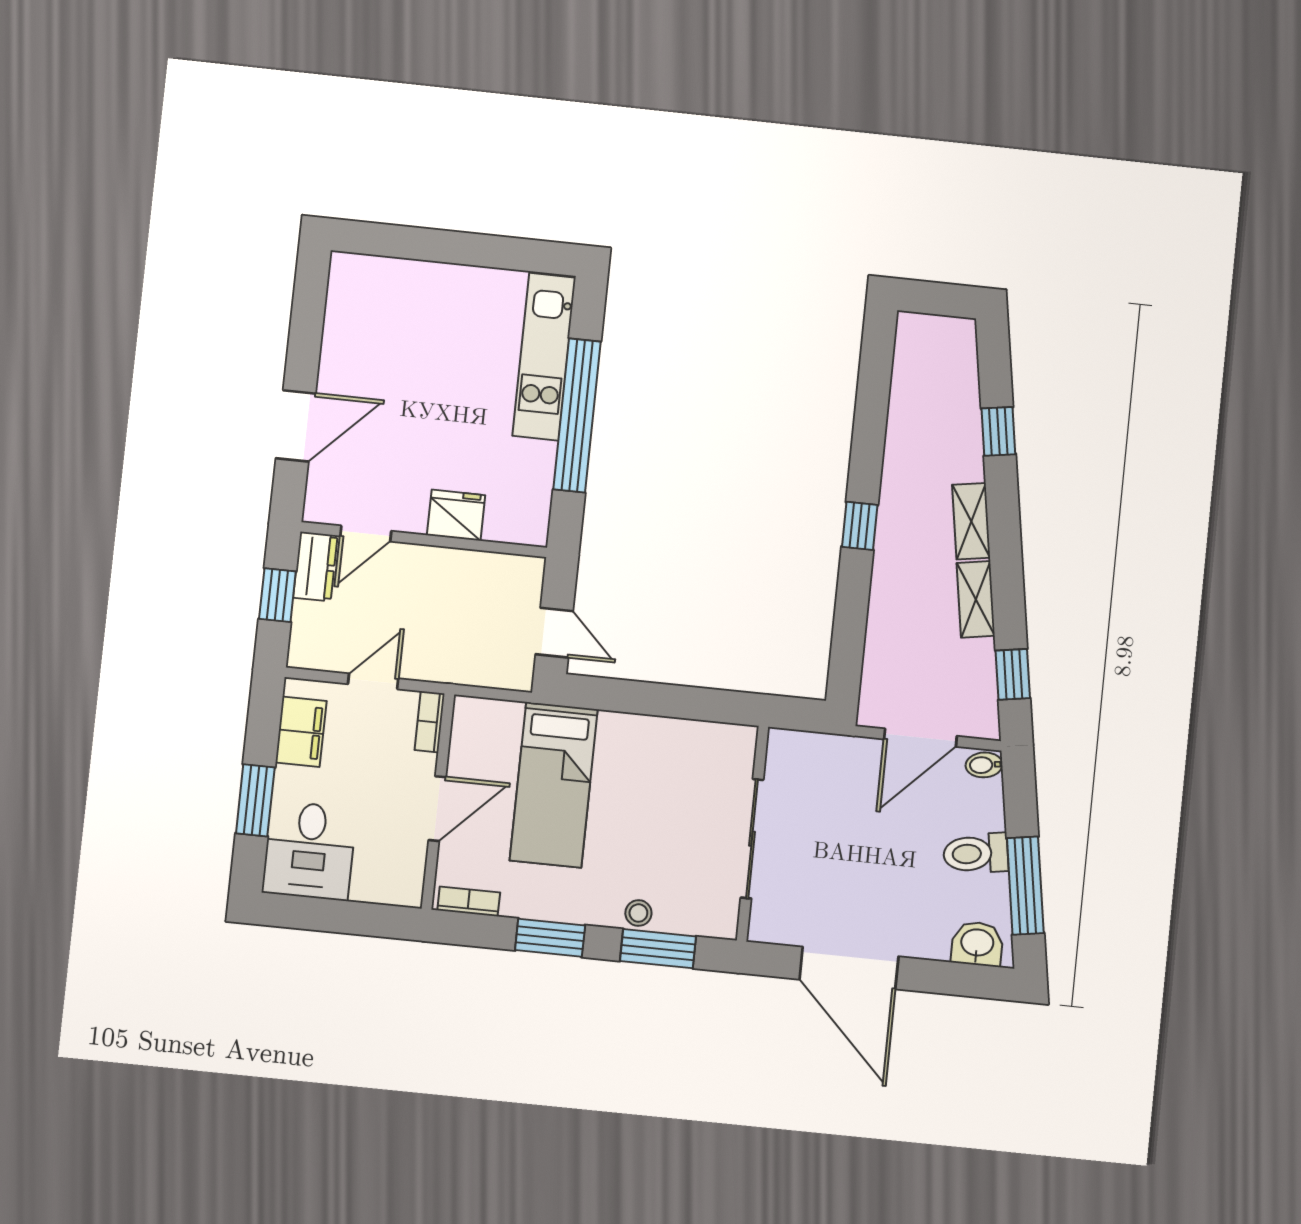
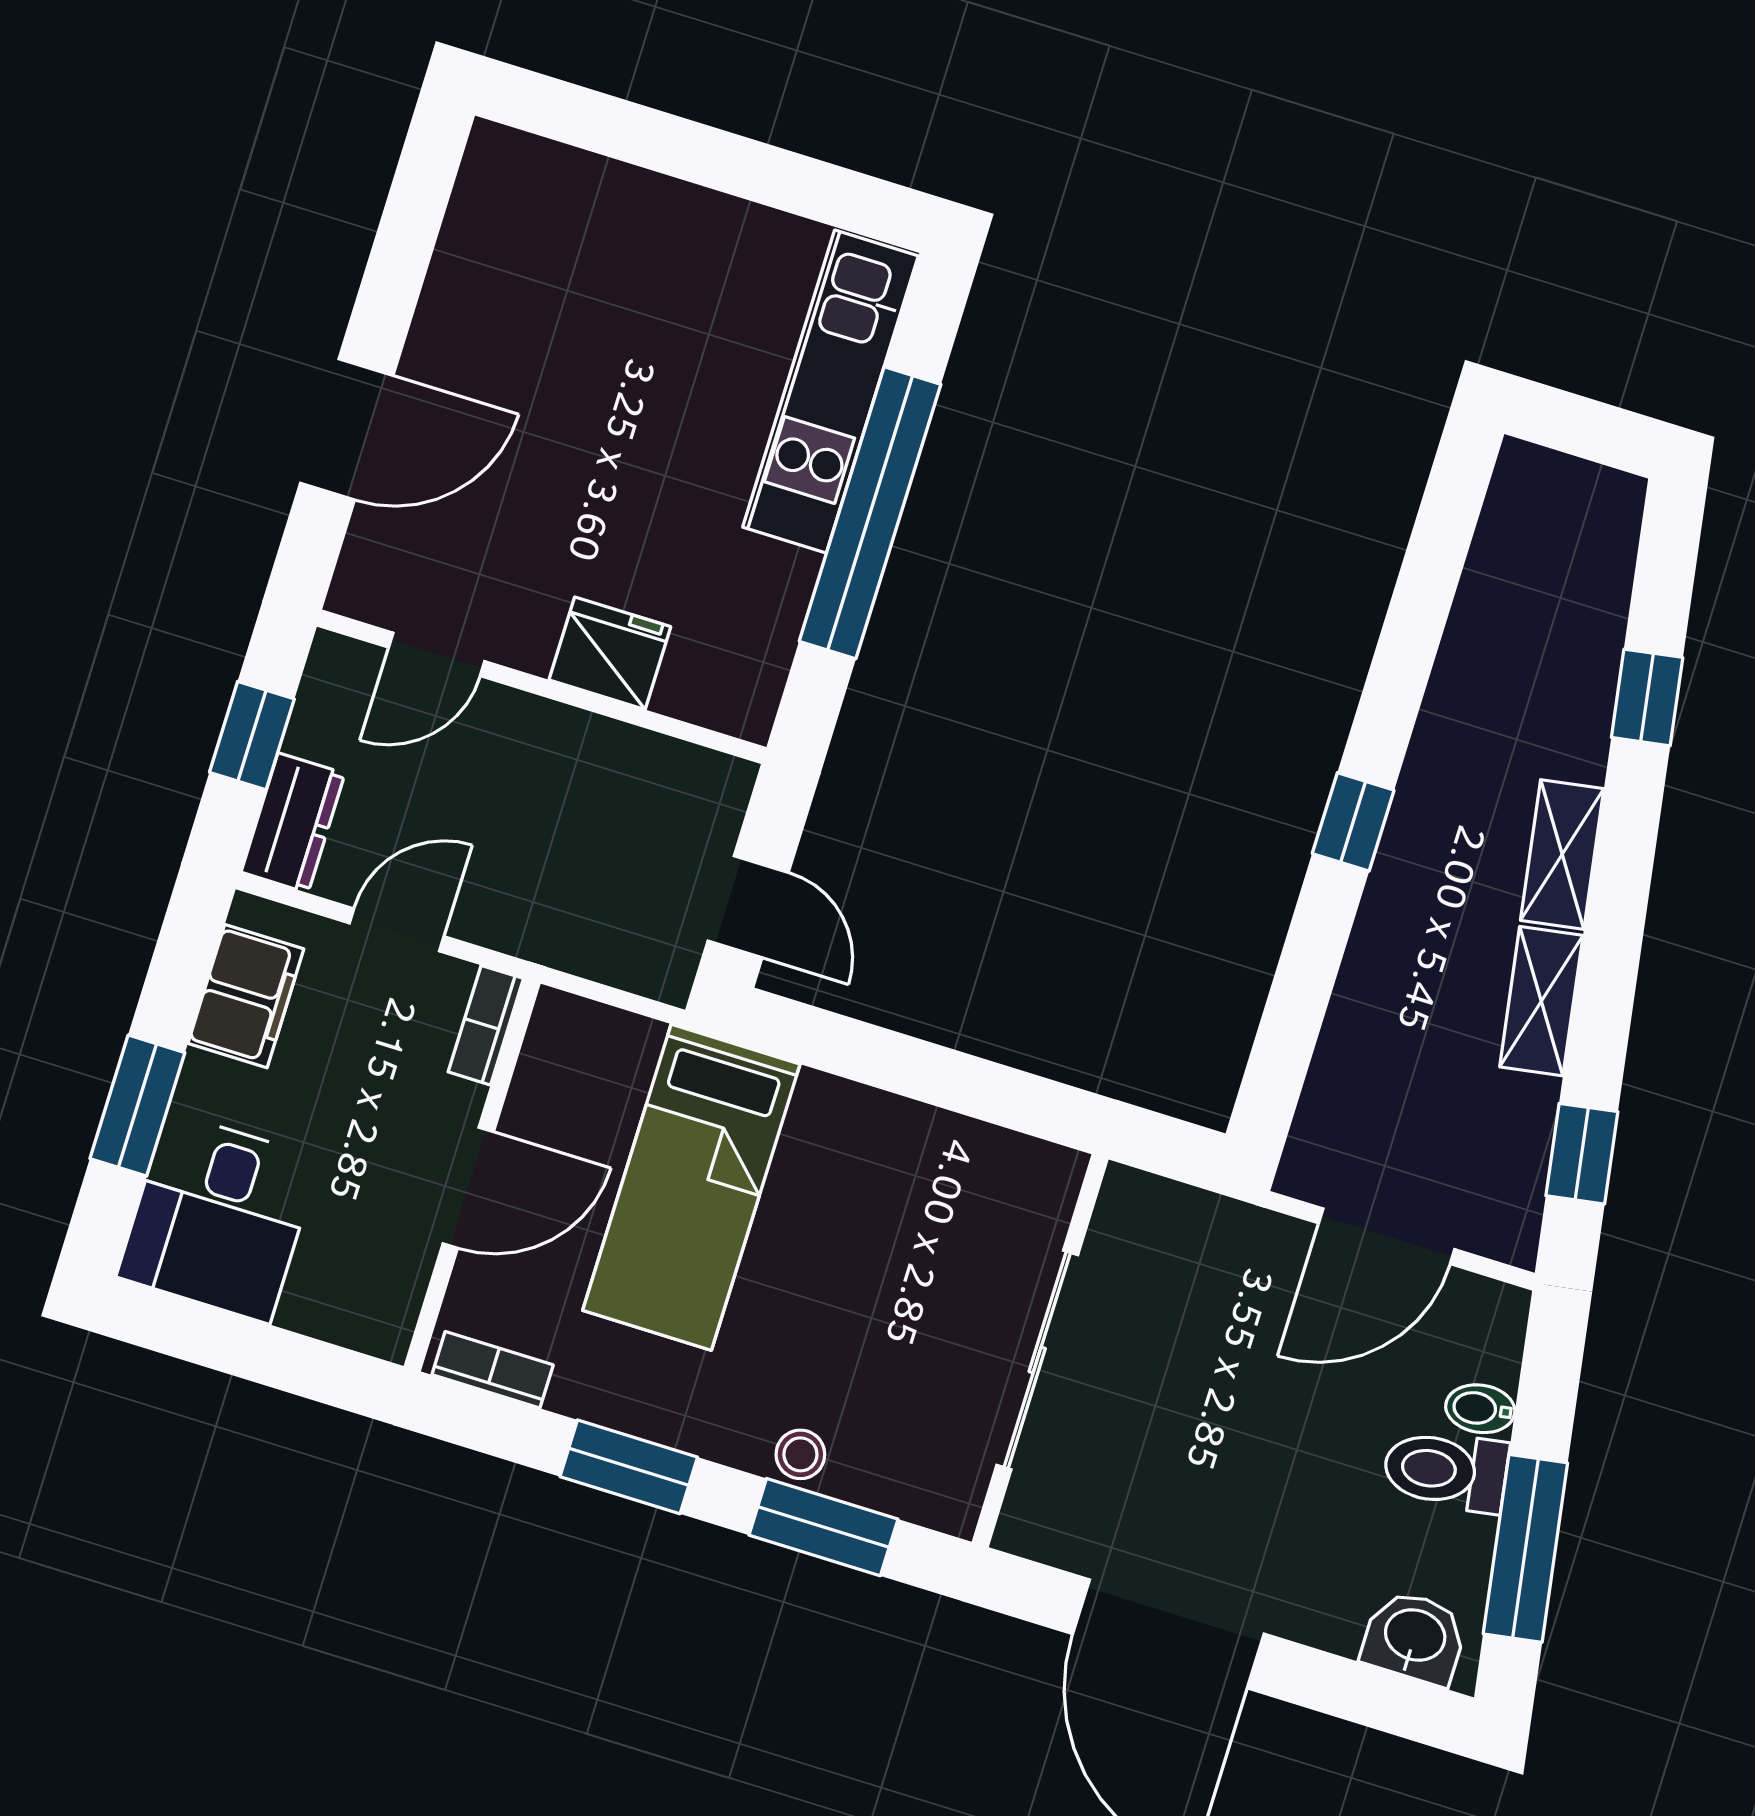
dresser: (315, 567) -> (293, 823), moved
bidet: (984, 765) -> (1480, 1409), moved

